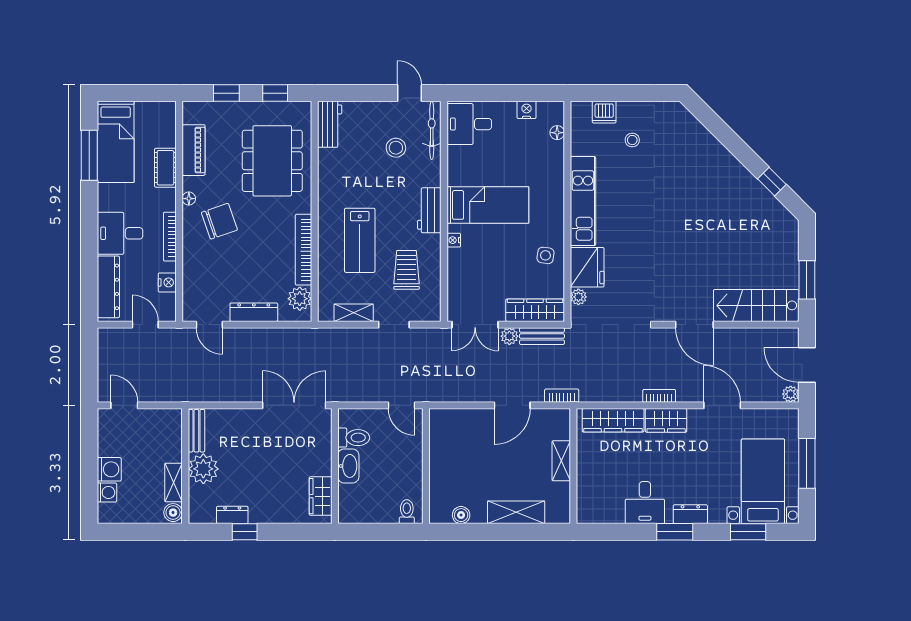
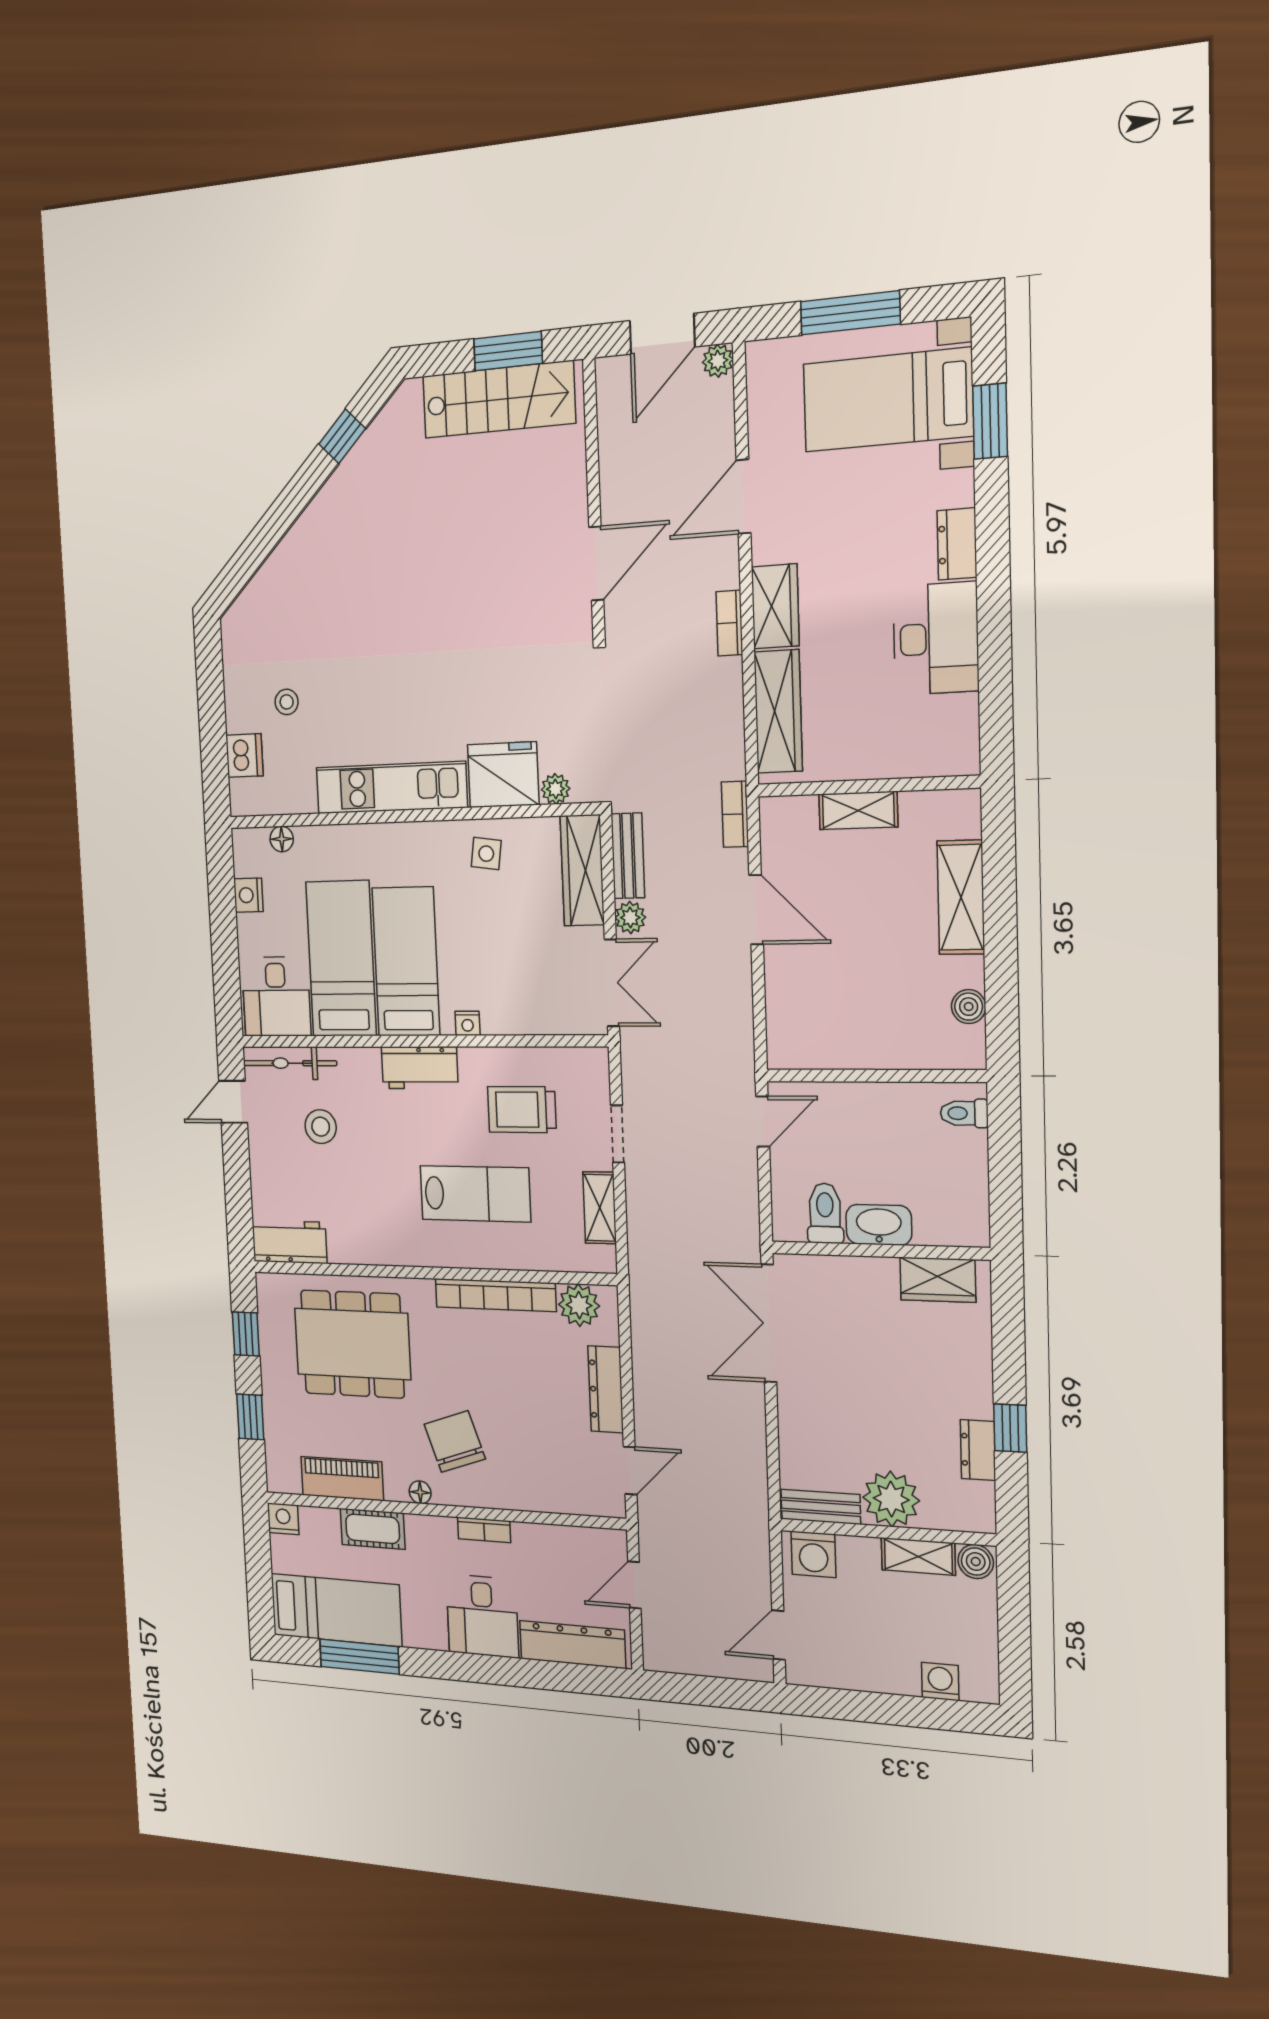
bed: (490, 166) -> (341, 959), added
bookcase: (170, 237) -> (484, 1530), width x0.64
nightstand: (167, 282) -> (283, 1519), moved
stairs: (756, 305) -> (499, 399), moved, turned -90
washing machine: (109, 469) -> (813, 1554), moved, turned 180
desk: (645, 503) -> (936, 639), width x1.37
window: (675, 532) -> (993, 573), removed

